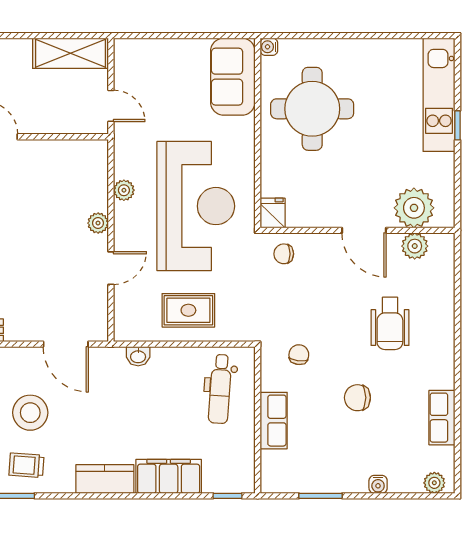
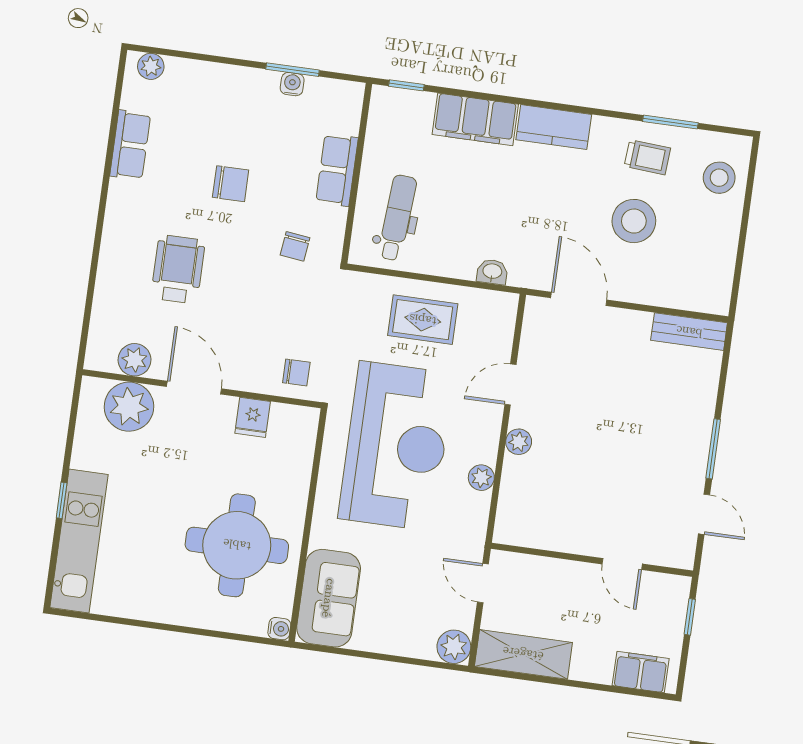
plant: (127, 52) -> (454, 647), added
reception desk: (196, 206) -> (396, 446), turned 180
fridge: (273, 213) -> (253, 417), moved
water cooler: (378, 484) -> (292, 84), moved

